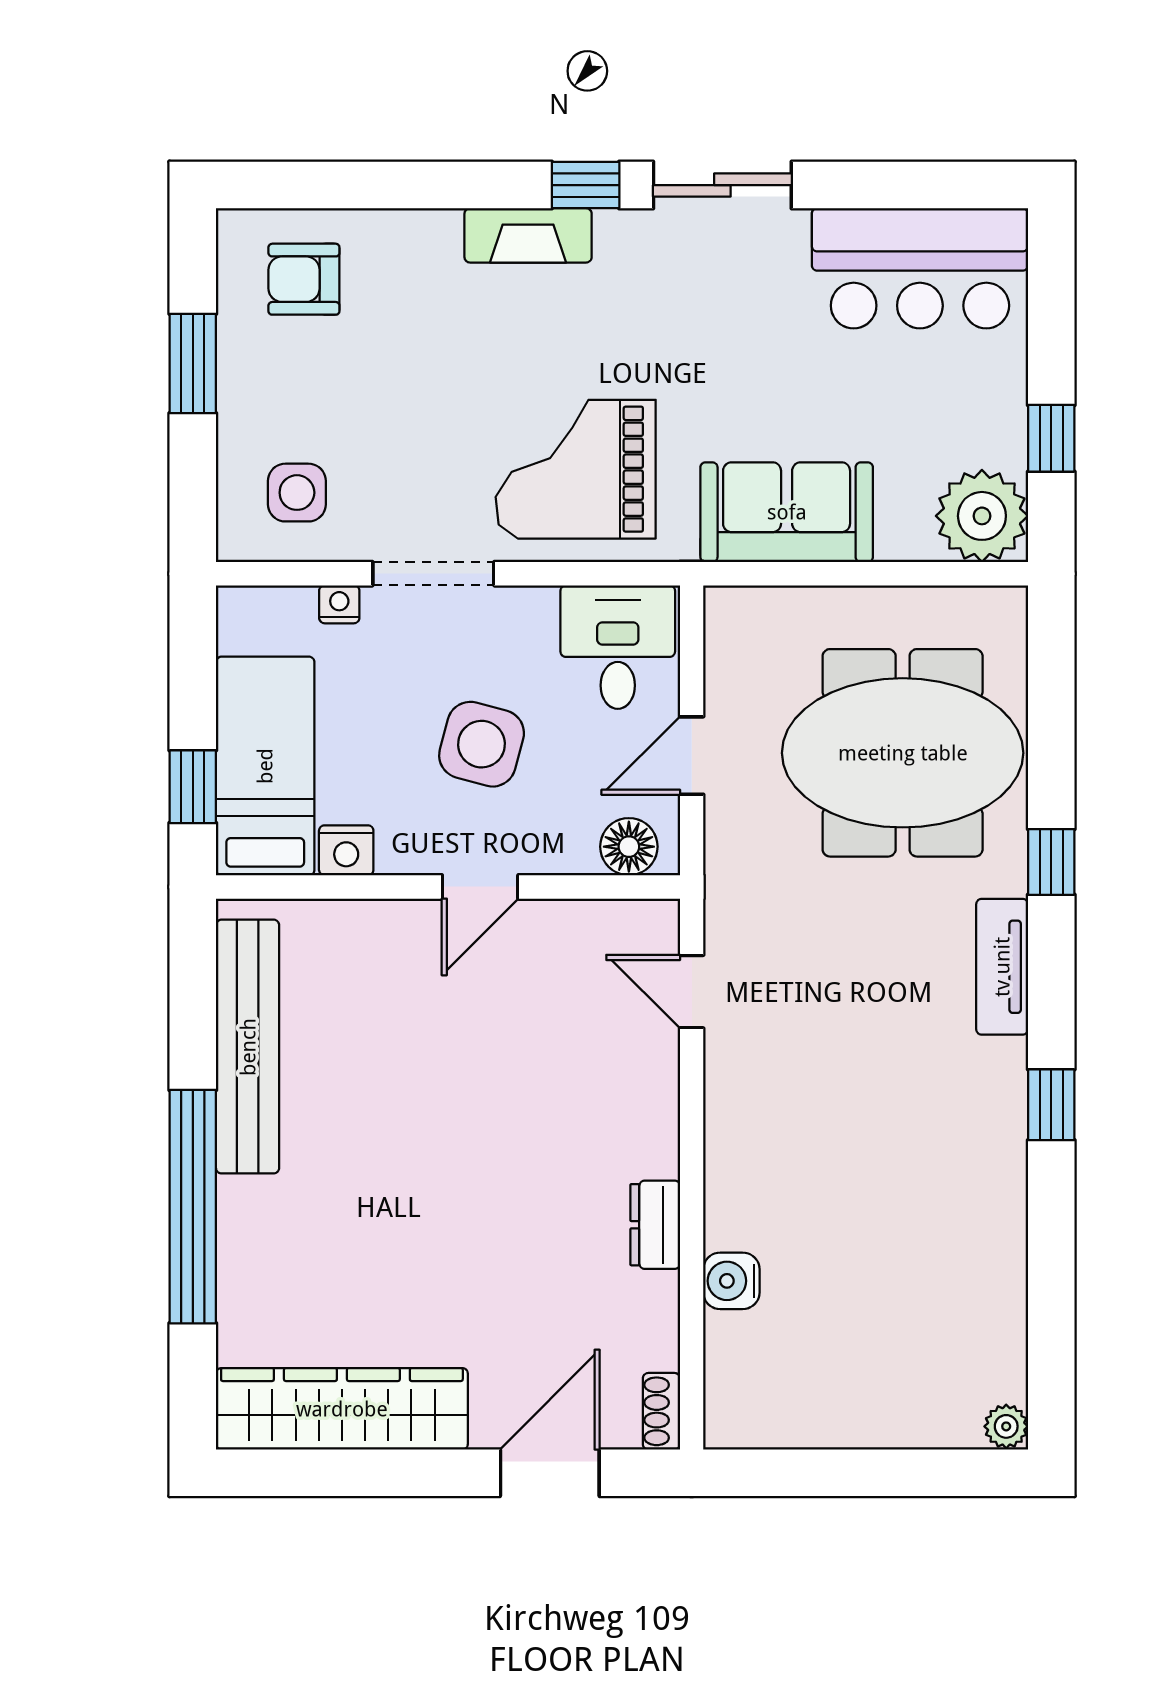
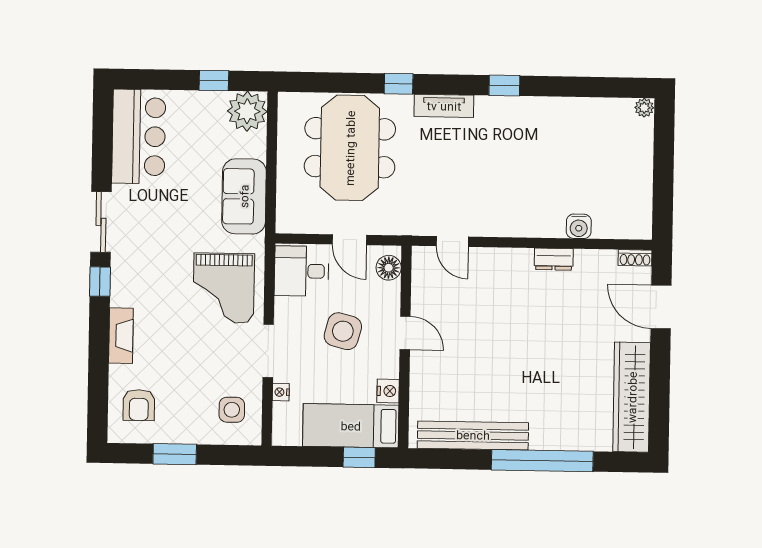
fireplace: (528, 235) -> (121, 336), moved
door: (692, 992) -> (452, 241), hinge flipped

